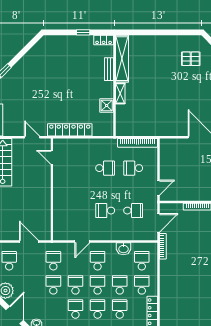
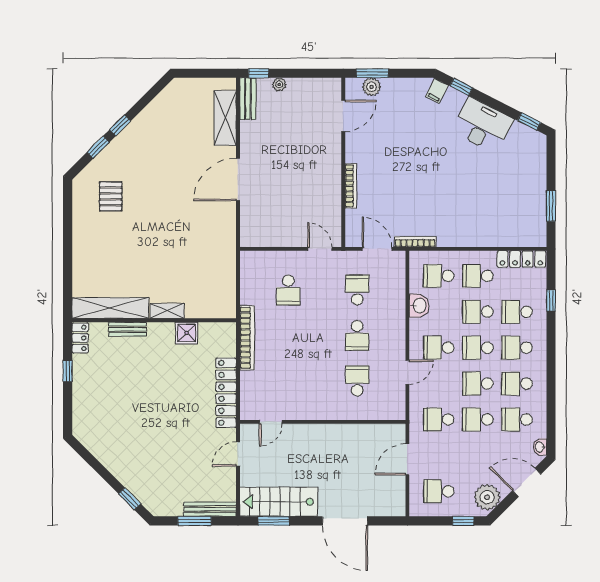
bookcase: (137, 143) -> (247, 338), moved
school desk: (105, 168) -> (357, 381), moved
door: (82, 242) -> (407, 372), hinge flipped
school desk: (53, 309) -> (517, 419), added

